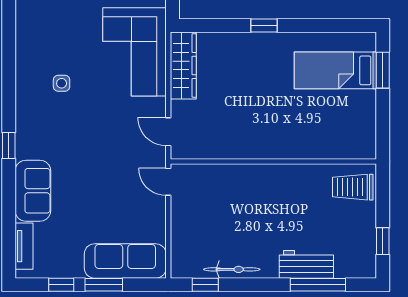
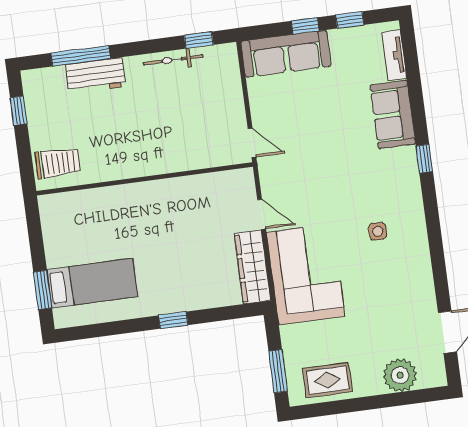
door: (168, 132) -> (262, 214), moved
window: (104, 285) -> (305, 26), width x0.67

